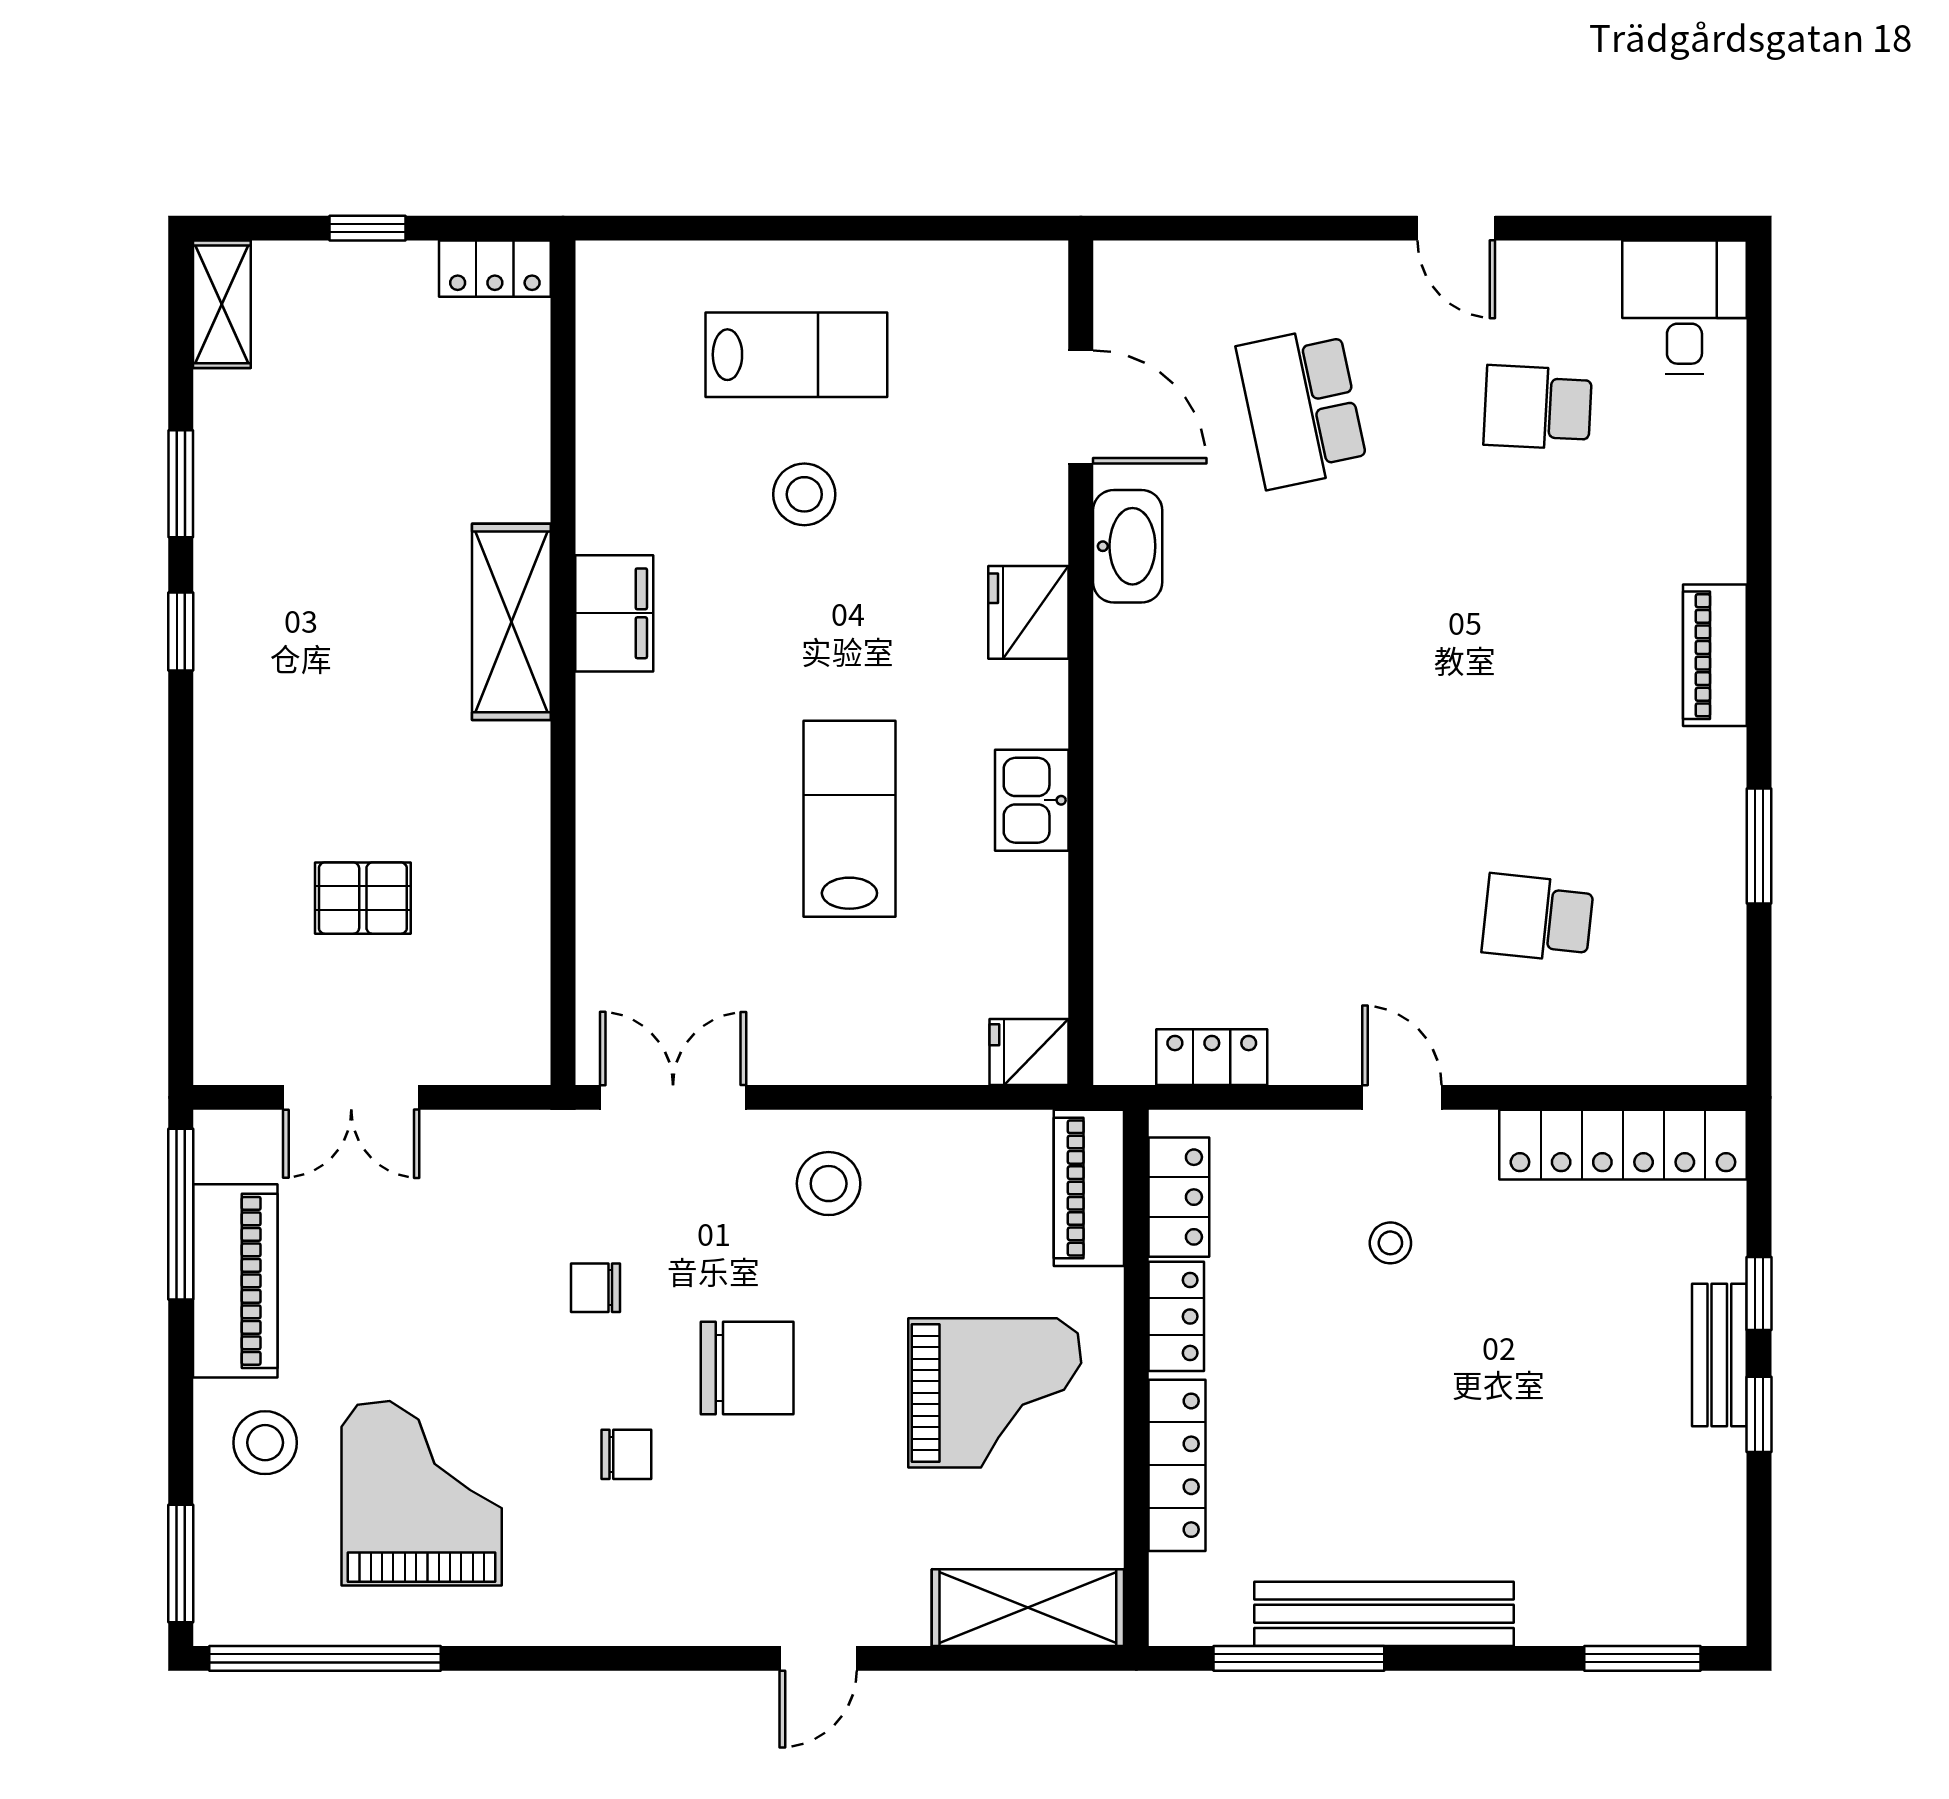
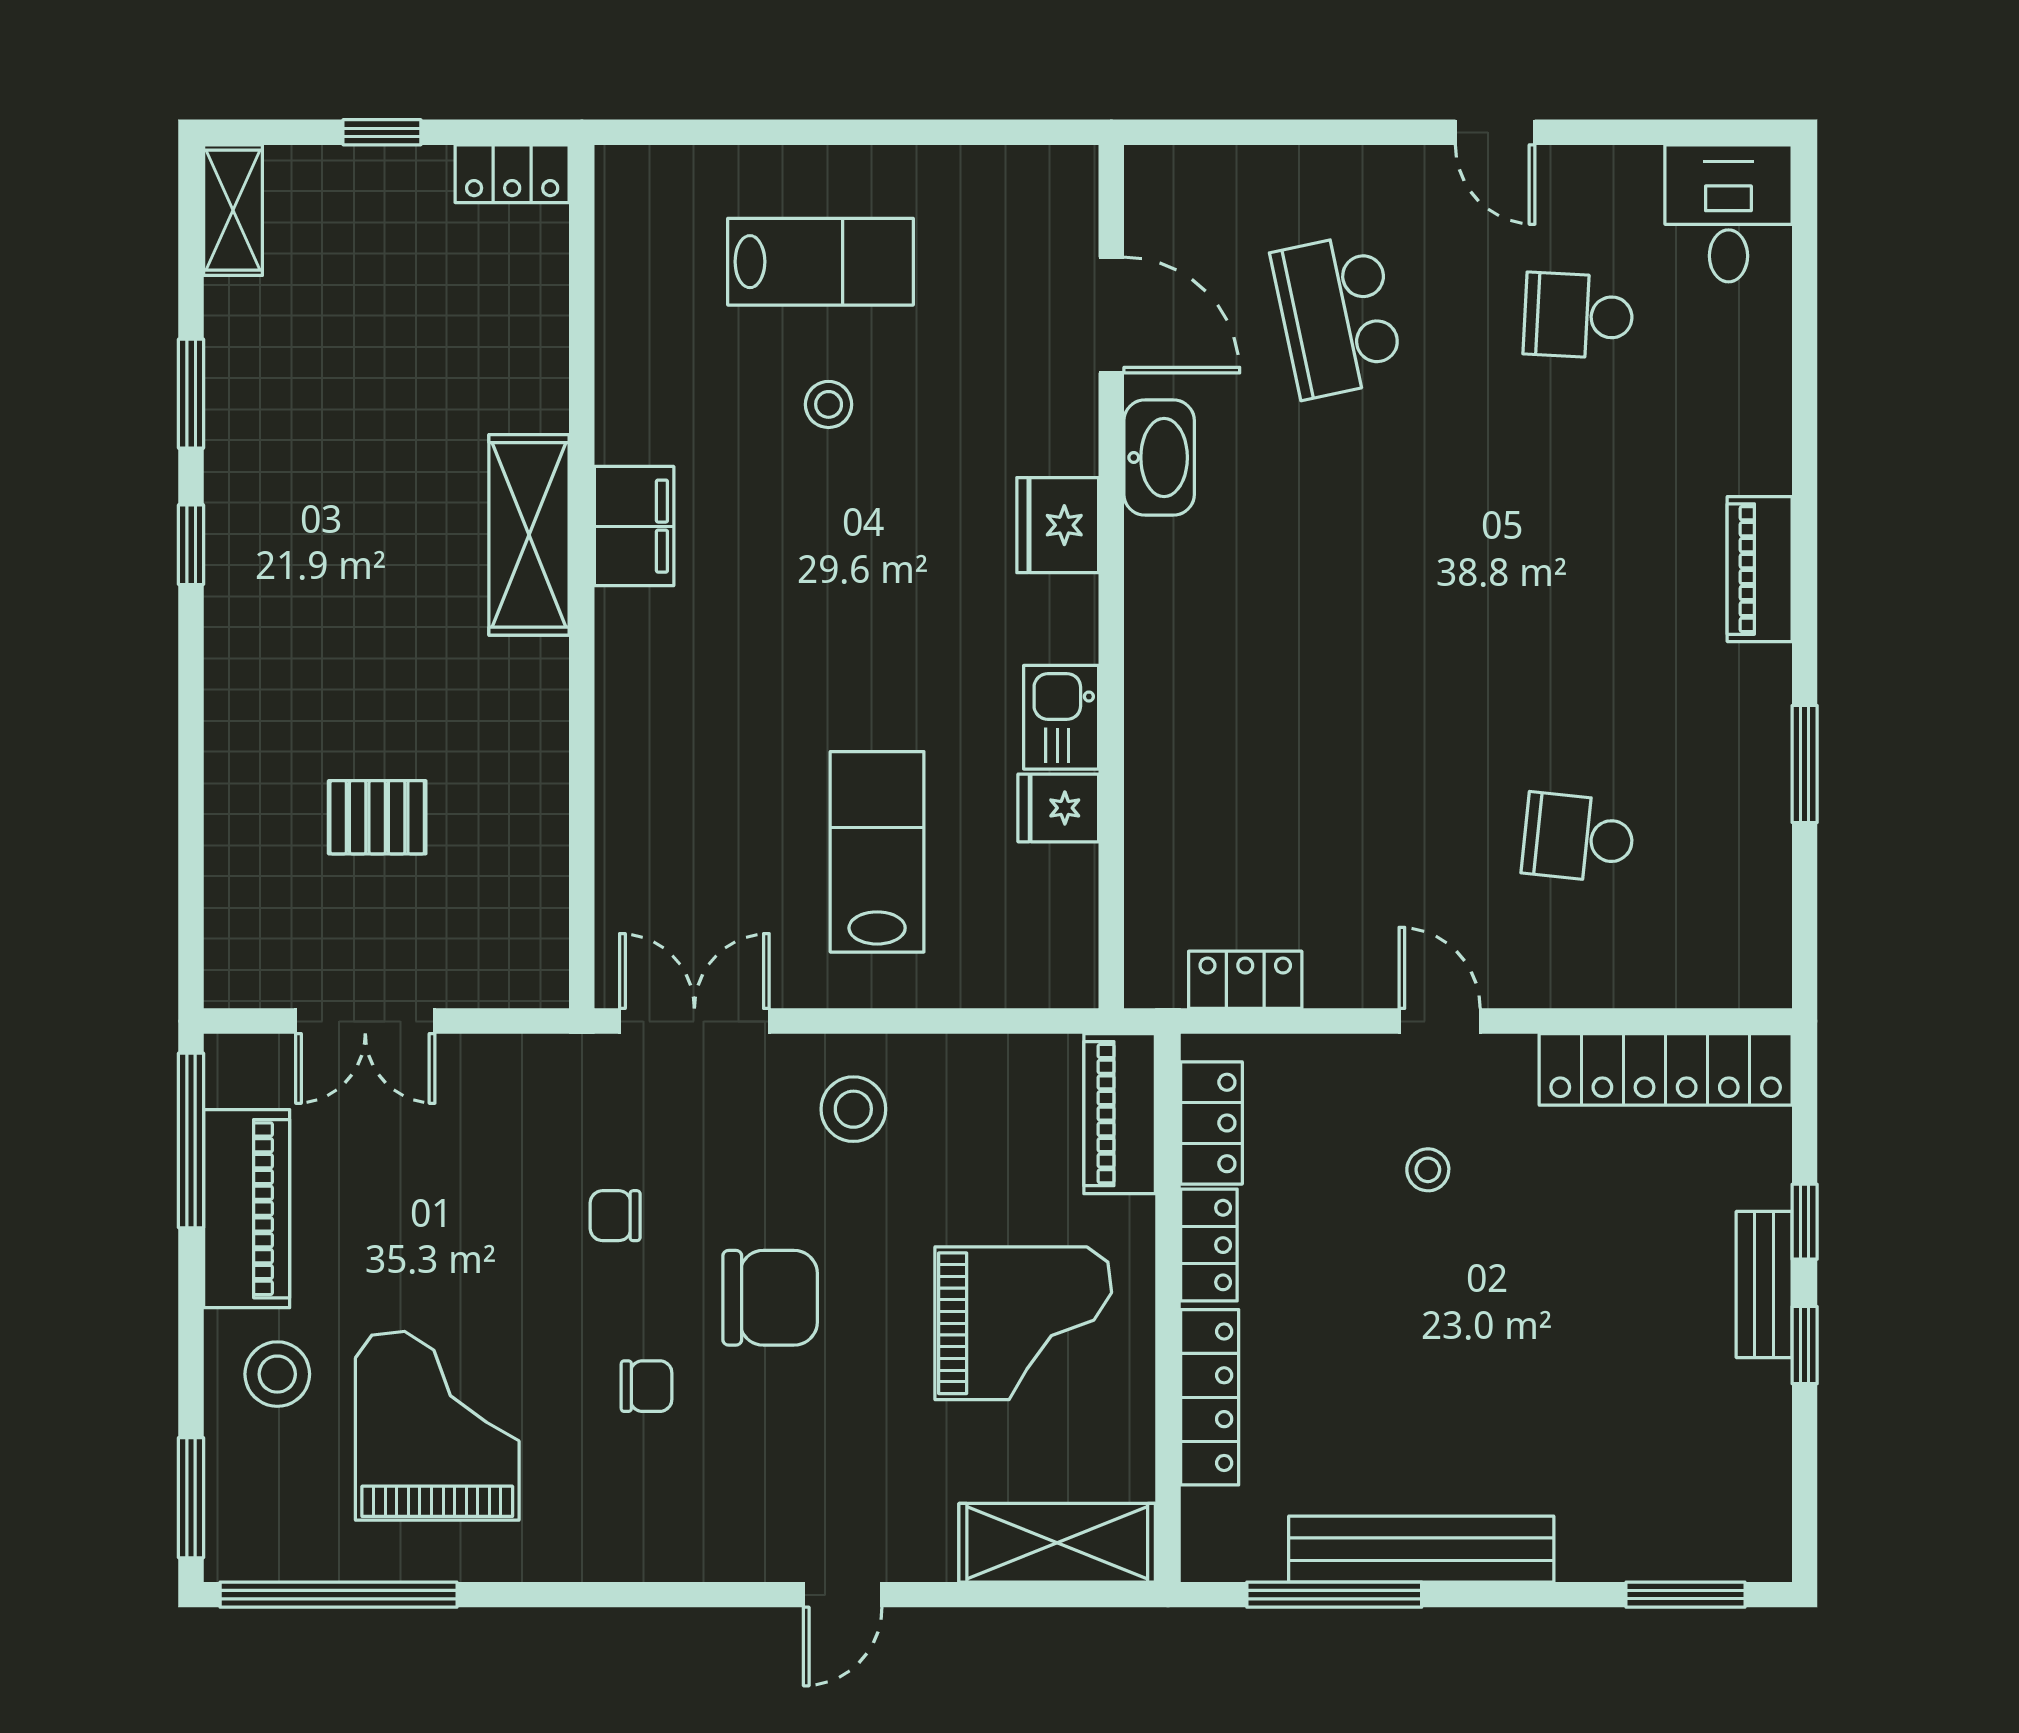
stool: (804, 494) -> (829, 404), width x0.73, depth x0.73
lab bench: (849, 819) -> (877, 852), moved
fridge: (1029, 1052) -> (1058, 808), moved

